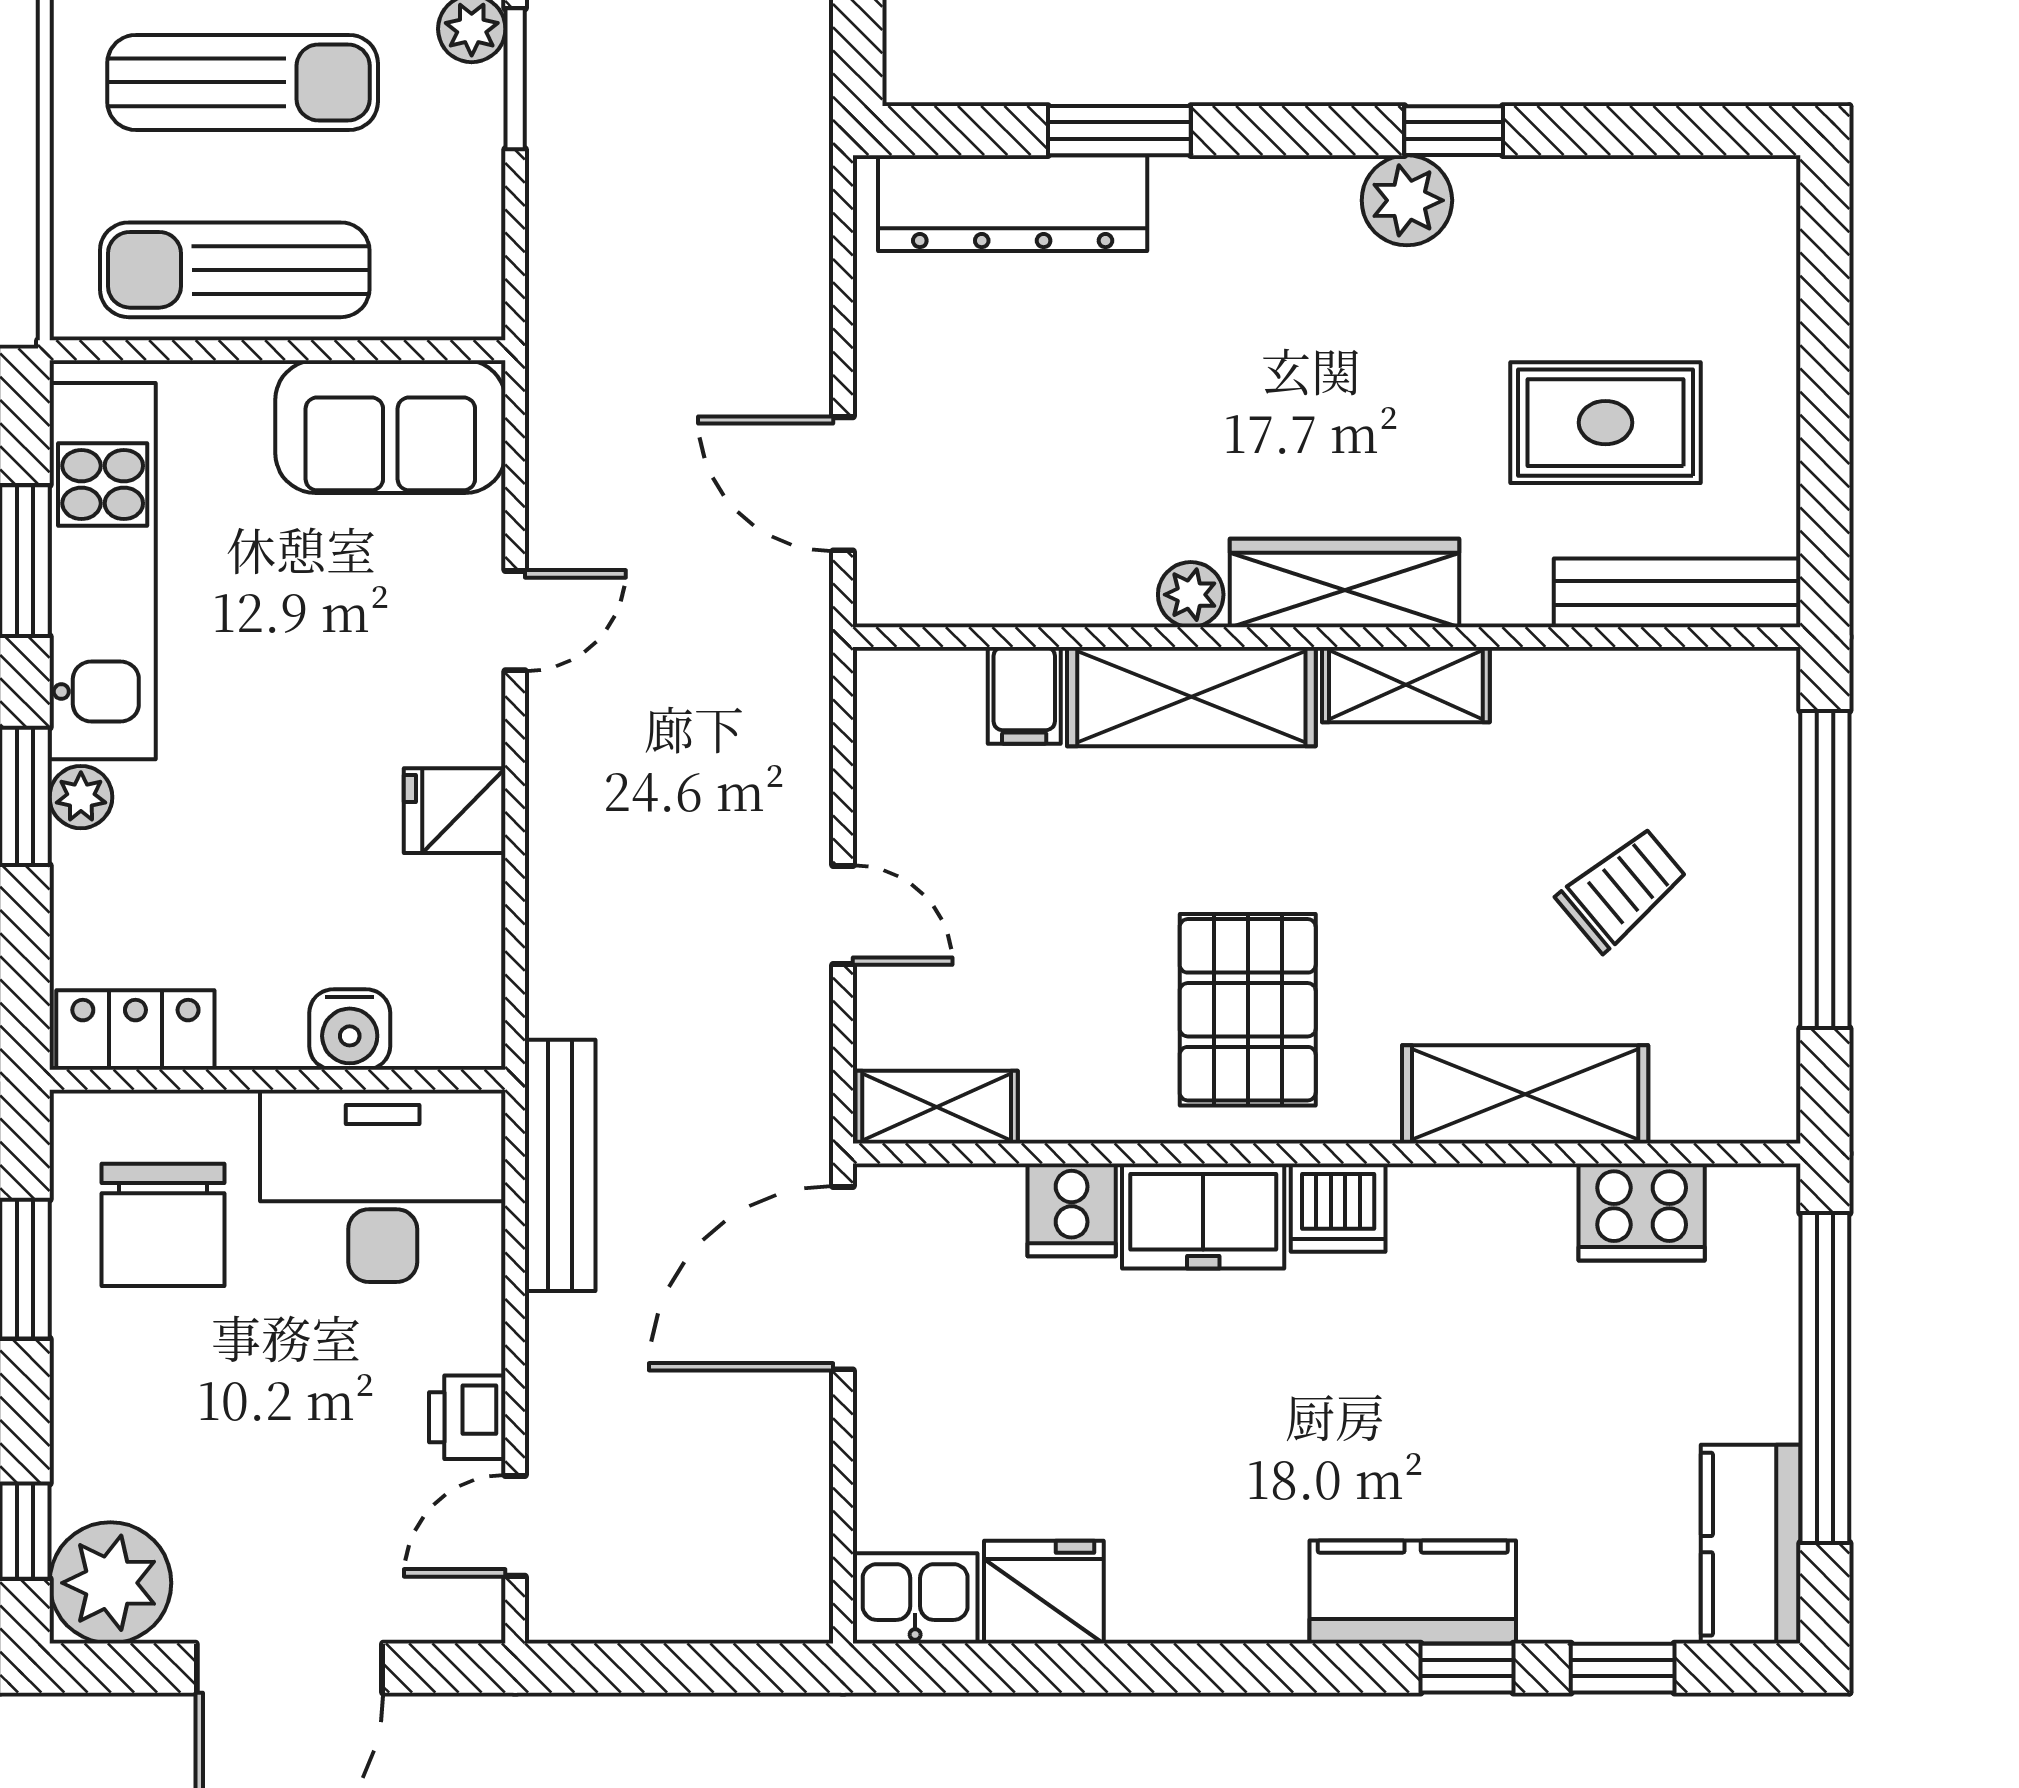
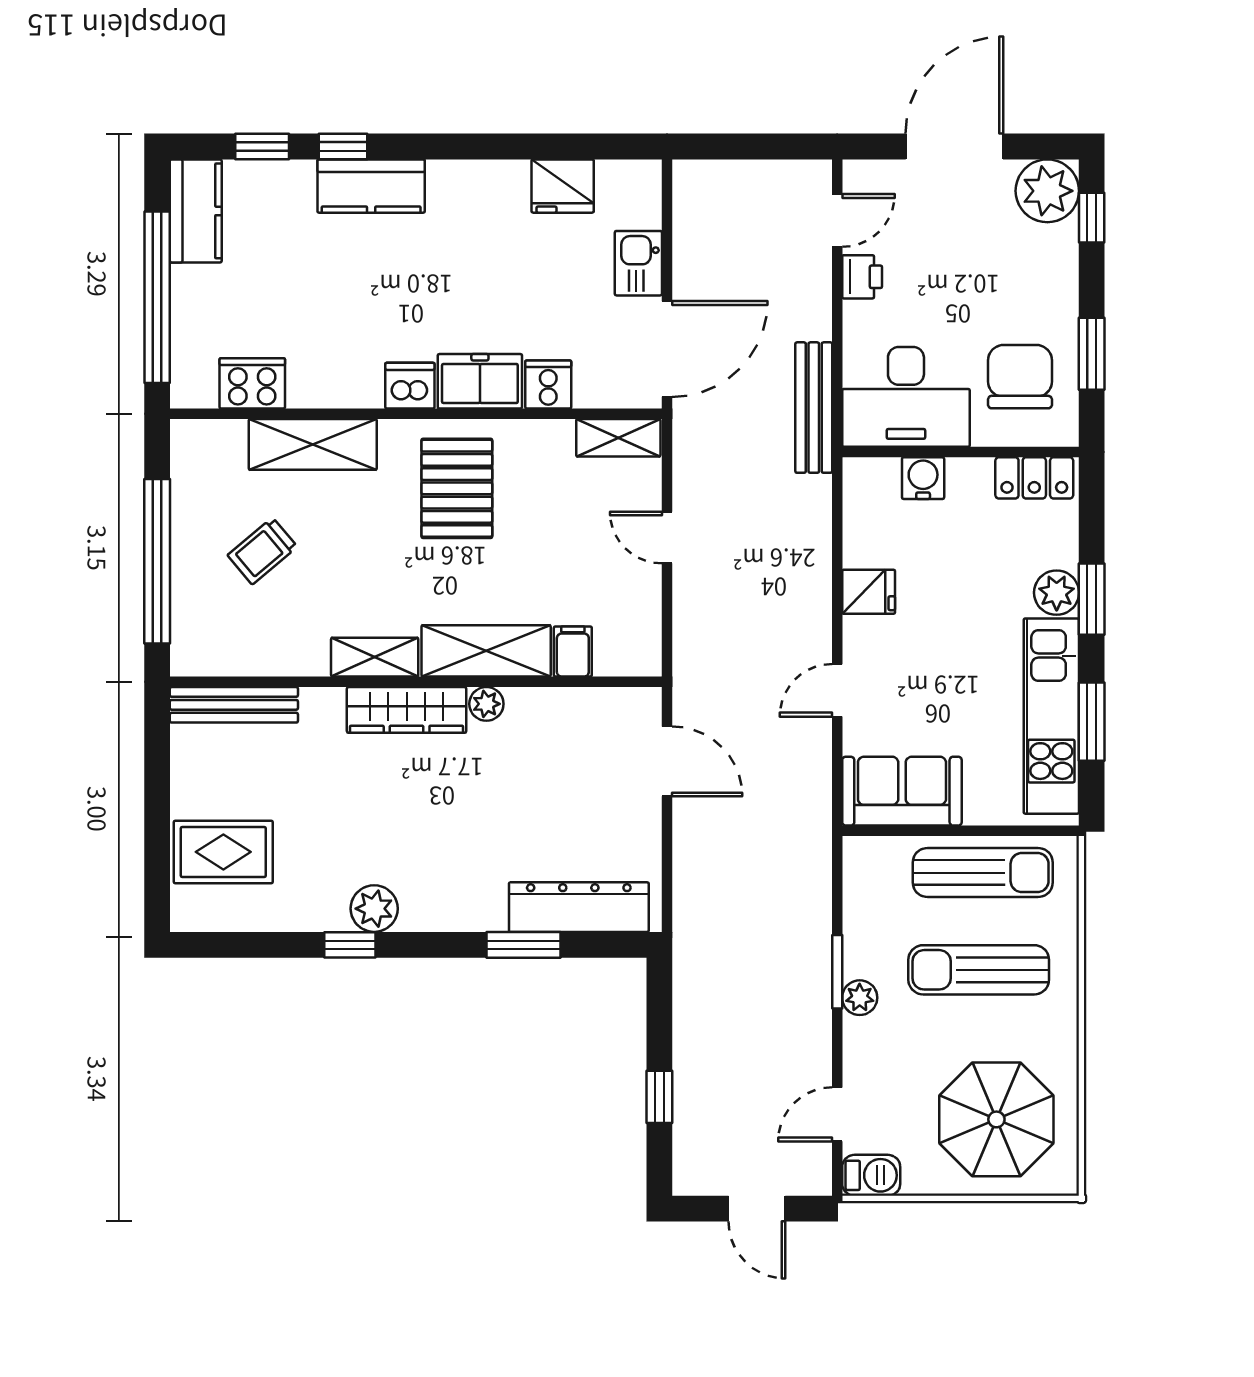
rug: (1605, 423) -> (223, 852), moved
plant: (81, 797) -> (1057, 593), width x1.38, depth x1.38
kitchen sink: (915, 1598) -> (638, 263), moved, turned 90

